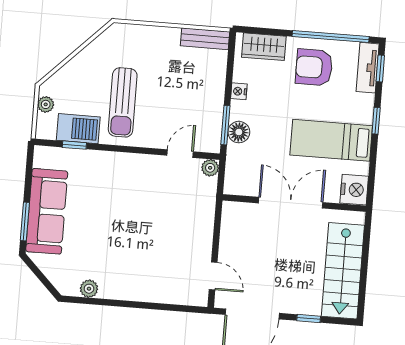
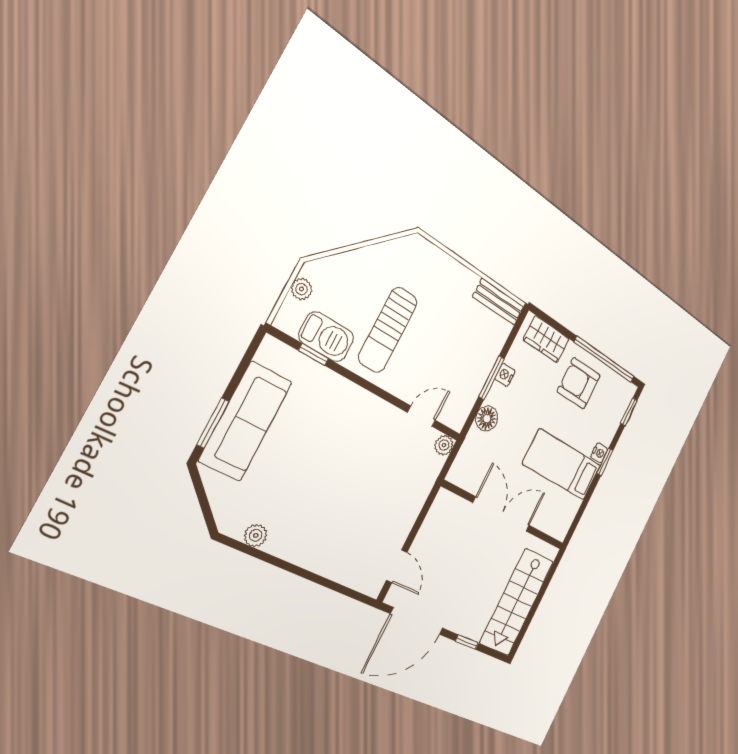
tv unit: (368, 68) -> (620, 406), removed
window: (225, 125) -> (491, 378), moved
nightstand: (354, 190) -> (599, 453), moved, width x0.53, depth x0.56

